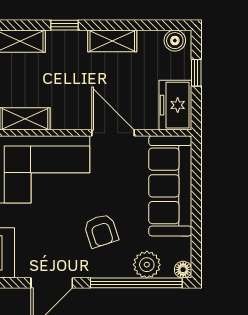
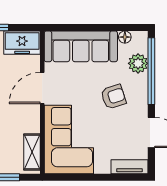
floor lamp: (183, 270) -> (125, 37), moved

